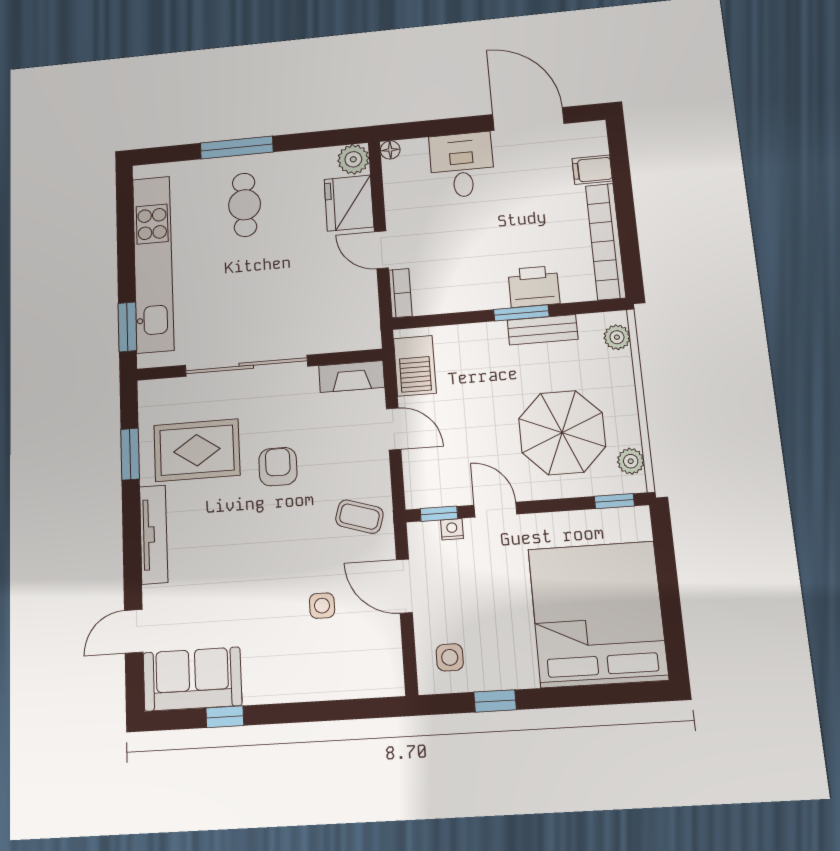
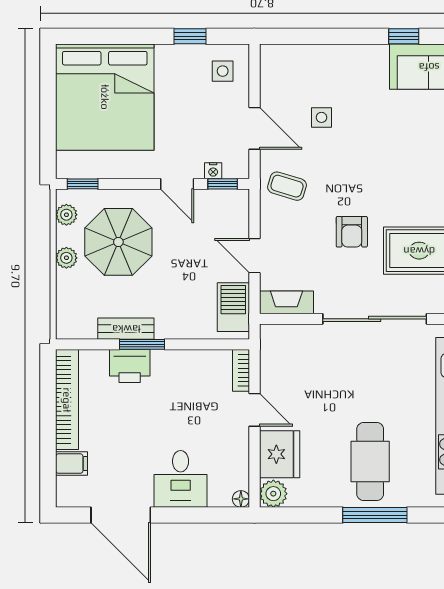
cafe table: (245, 205) -> (370, 462), width x1.37, depth x1.35
plant: (617, 337) -> (66, 258), moved

